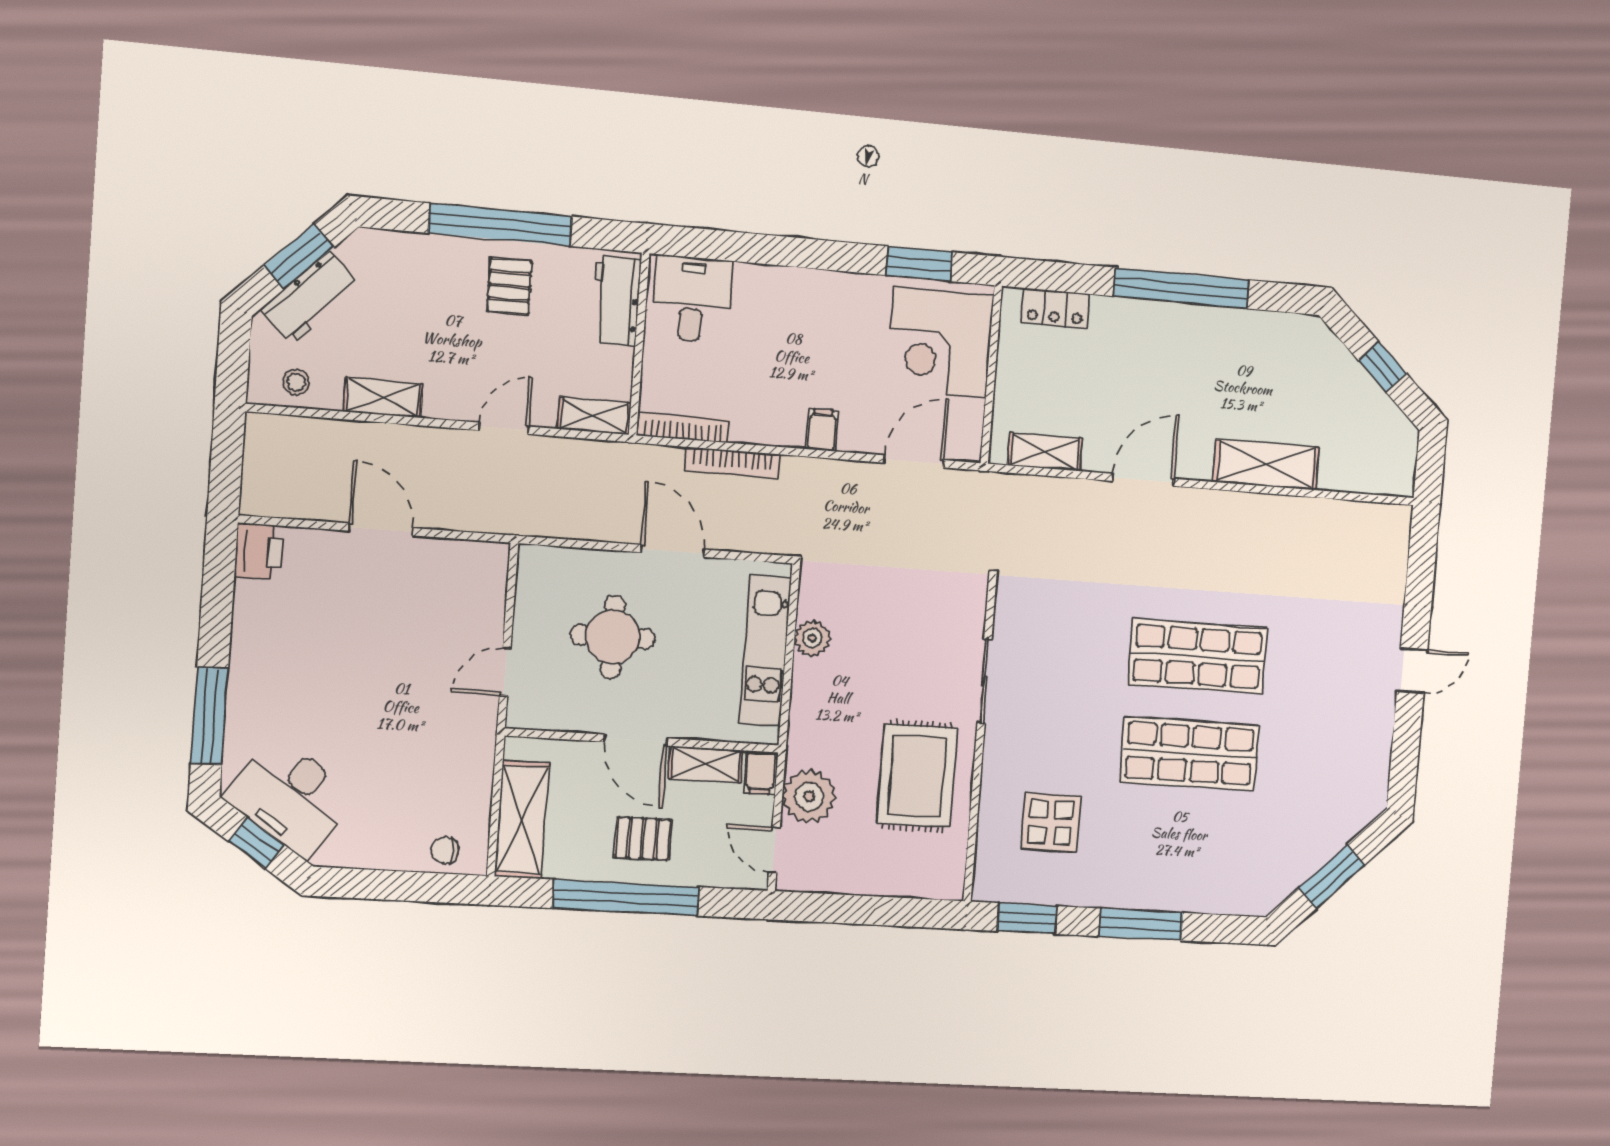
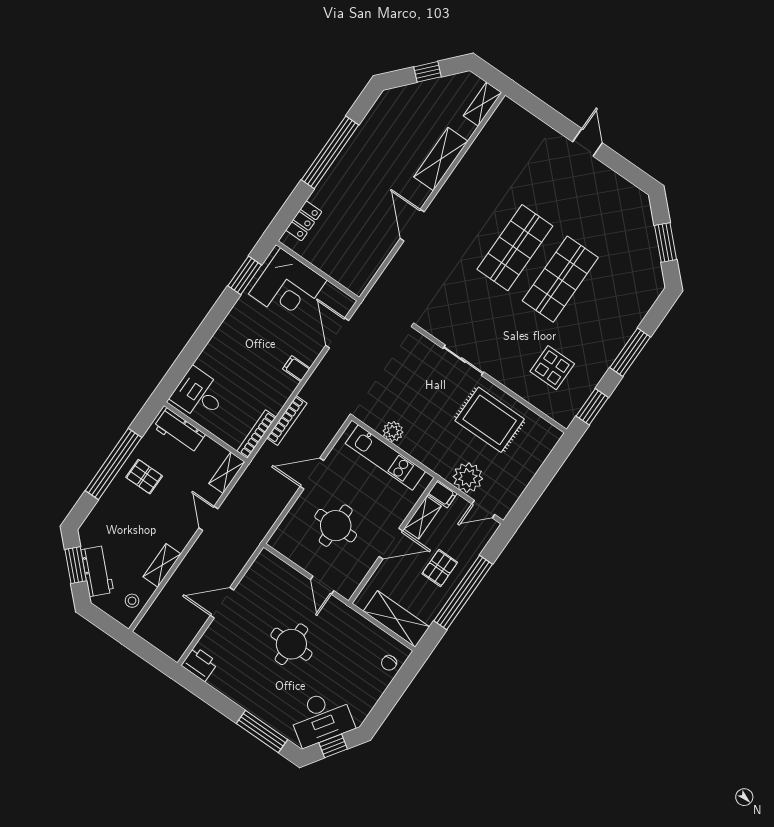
shelving: (1045, 452) -> (482, 104), moved
round table: (381, 679) -> (291, 644), added

